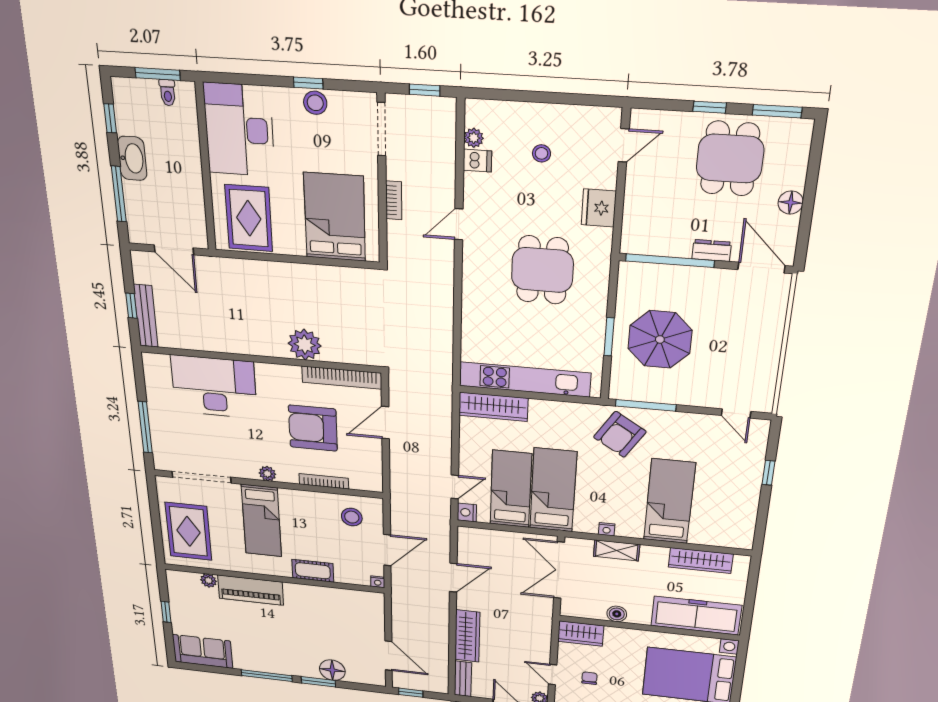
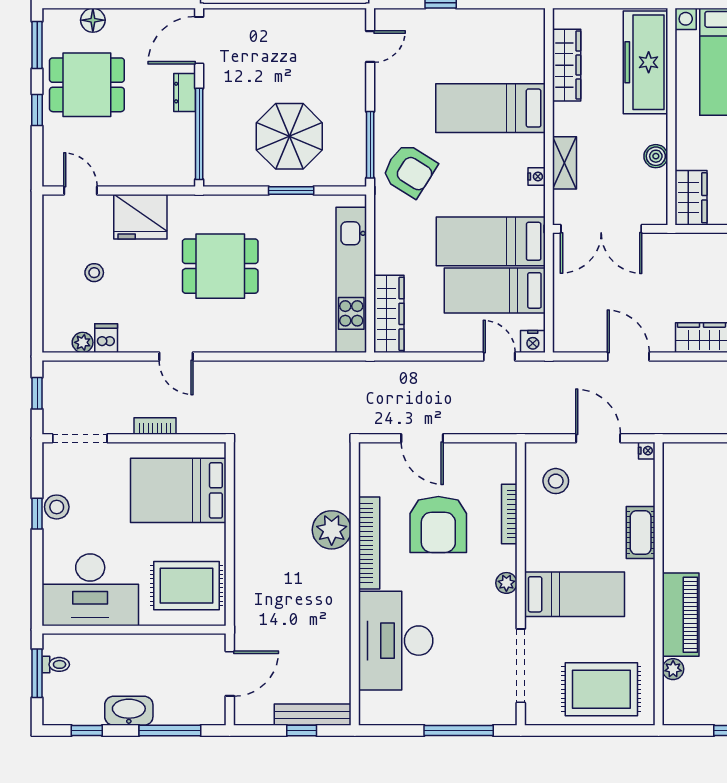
floor lamp: (791, 202) -> (93, 20), moved
fridge: (599, 208) -> (140, 217), width x1.36, depth x1.34
bookcase: (342, 378) -> (369, 543), moved

